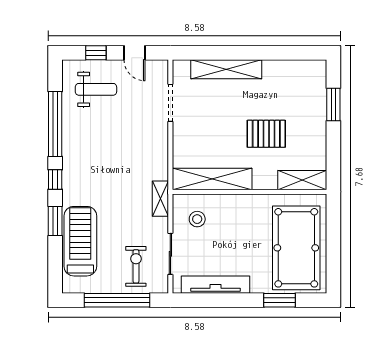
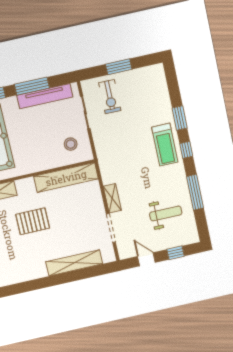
weight bench: (96, 89) -> (166, 213), moved, turned 180
window: (55, 124) -> (195, 192), width x0.68
shelving: (160, 199) -> (112, 198), moved
treadmill: (80, 241) -> (165, 145), moved, width x0.73, depth x0.73
window: (117, 300) -> (119, 67), width x0.47
window: (228, 300) -> (32, 86), added

